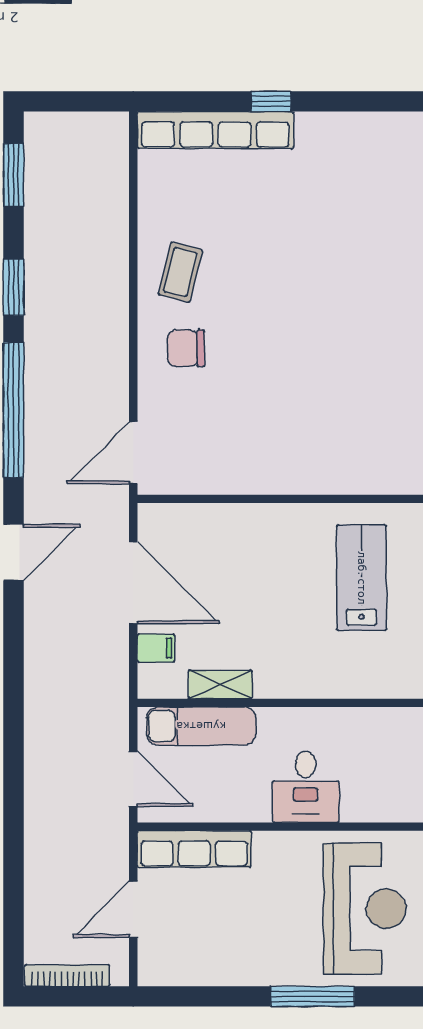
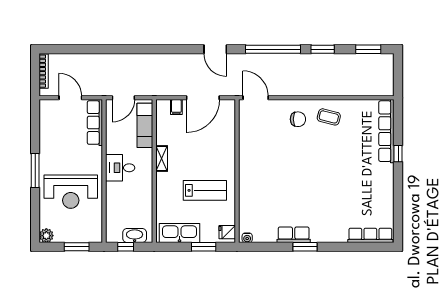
chair: (186, 348) -> (298, 119), turned 90
shelving: (220, 684) -> (162, 158), moved

